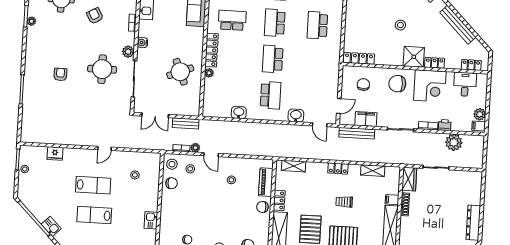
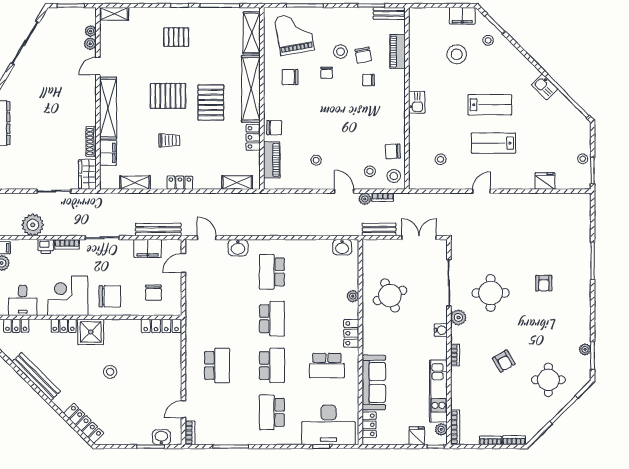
locker: (212, 50) -> (351, 333), width x0.66
washbasin: (239, 113) -> (342, 247), moved
filing cabinet: (392, 200) -> (108, 153), width x2.00

